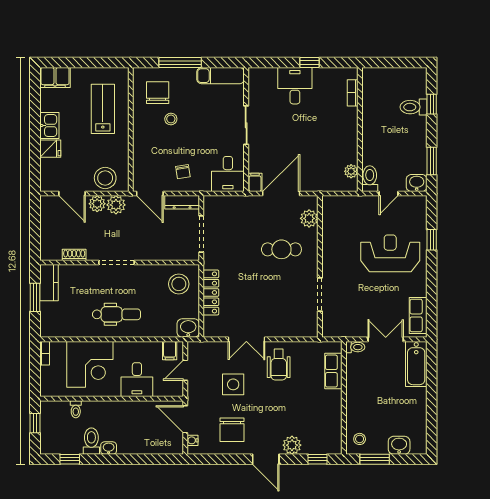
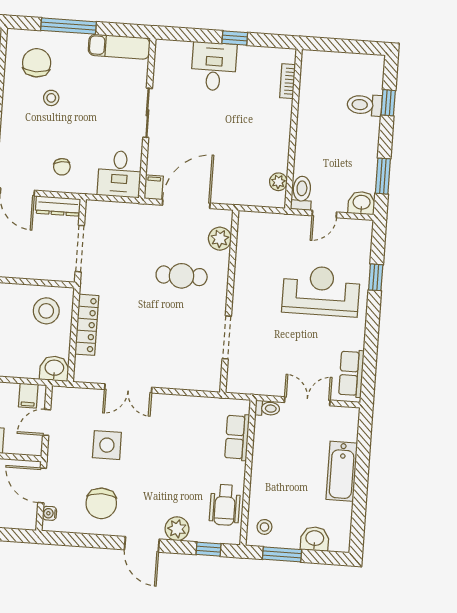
bathtub: (416, 364) -> (342, 471), moved
wheelchair: (279, 365) -> (225, 505), moved

